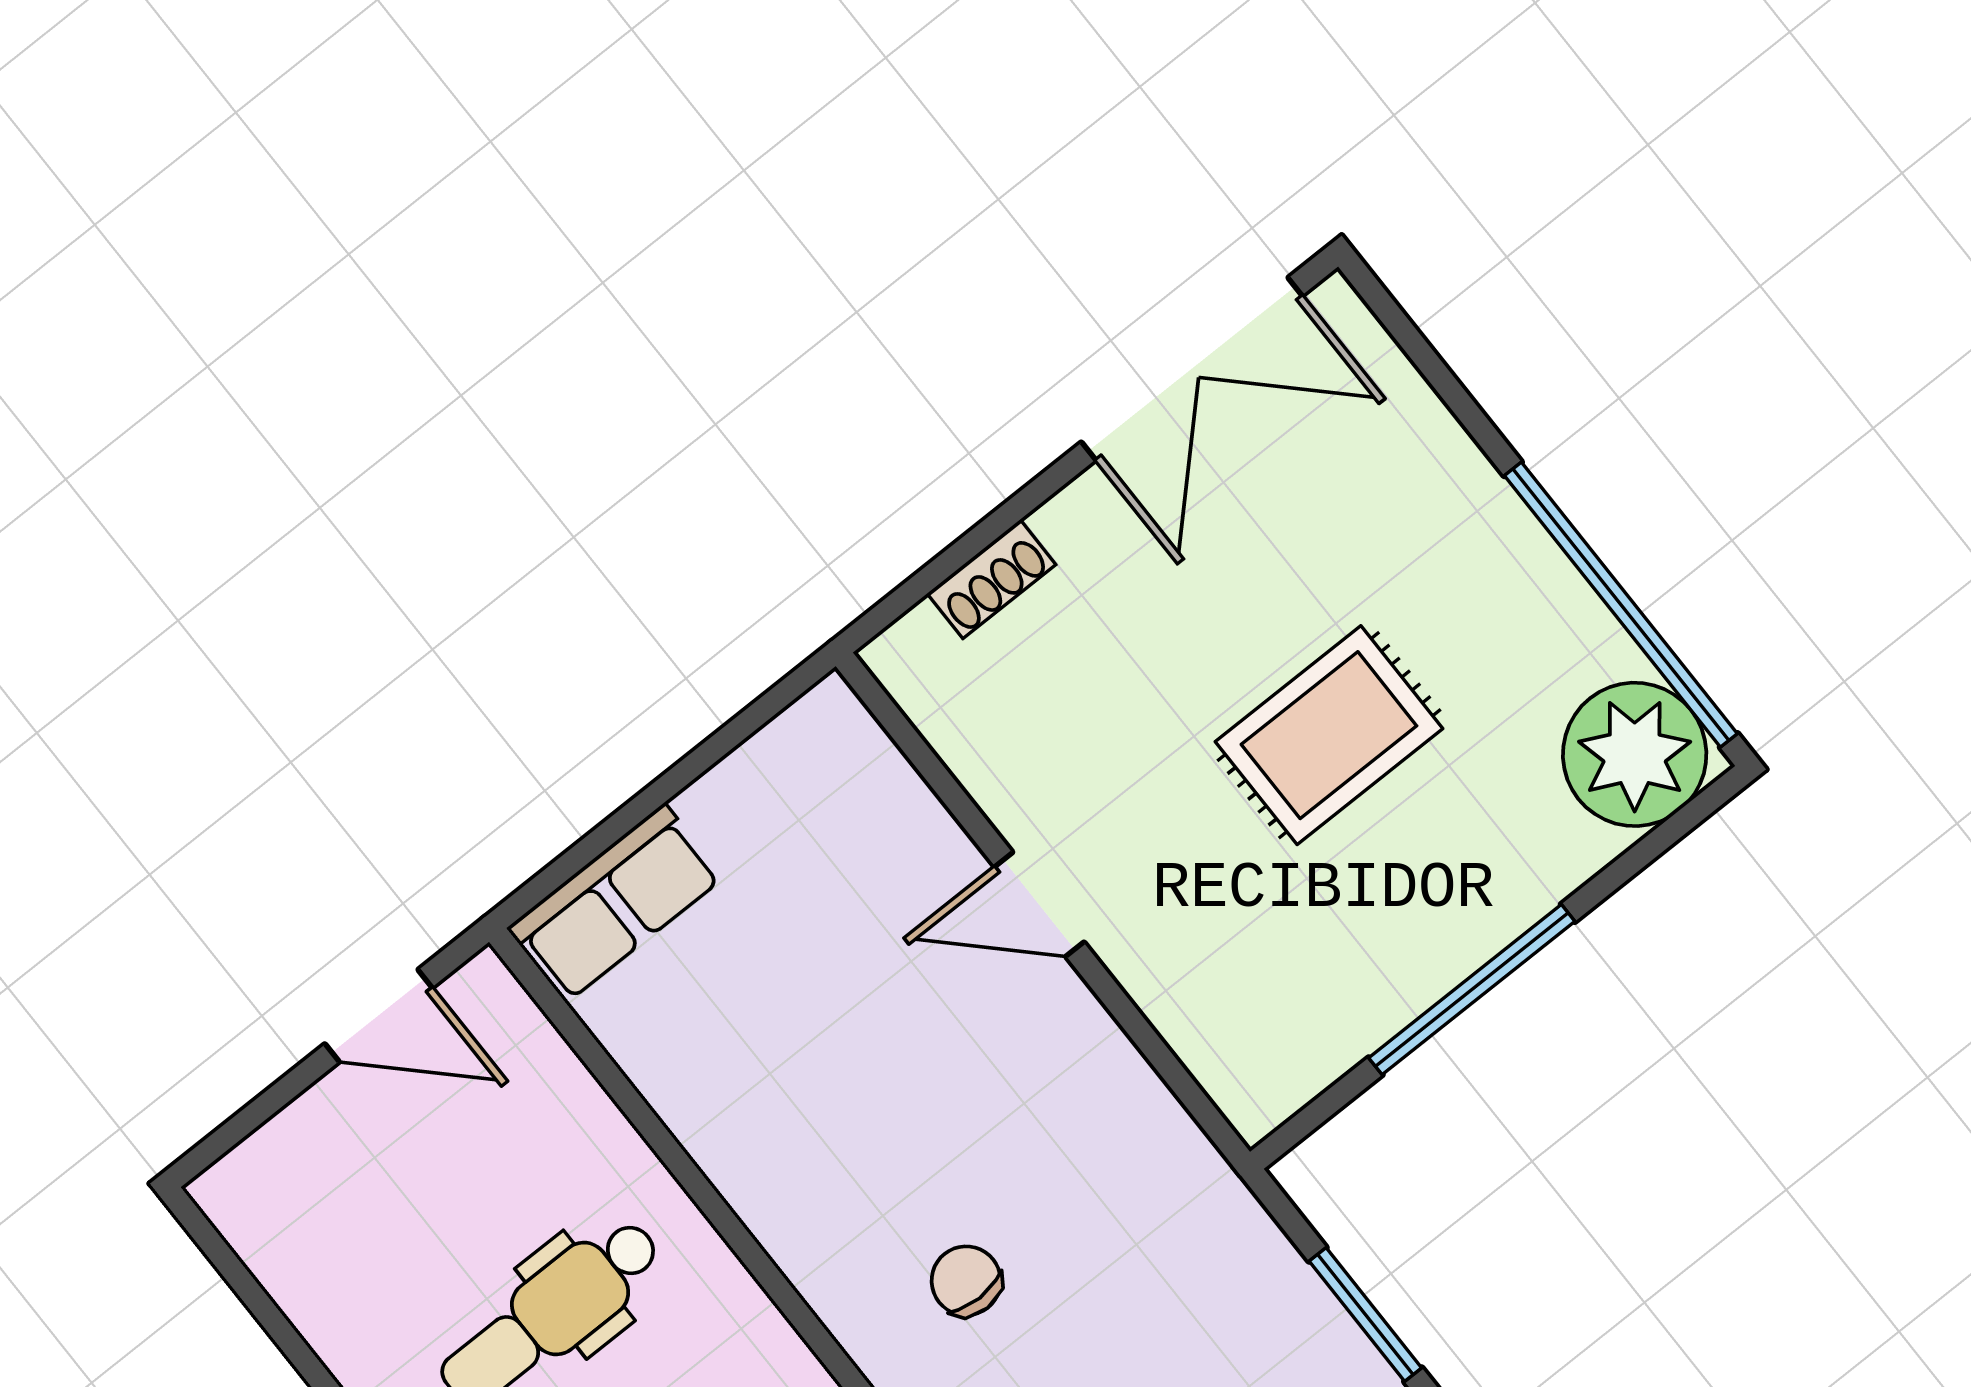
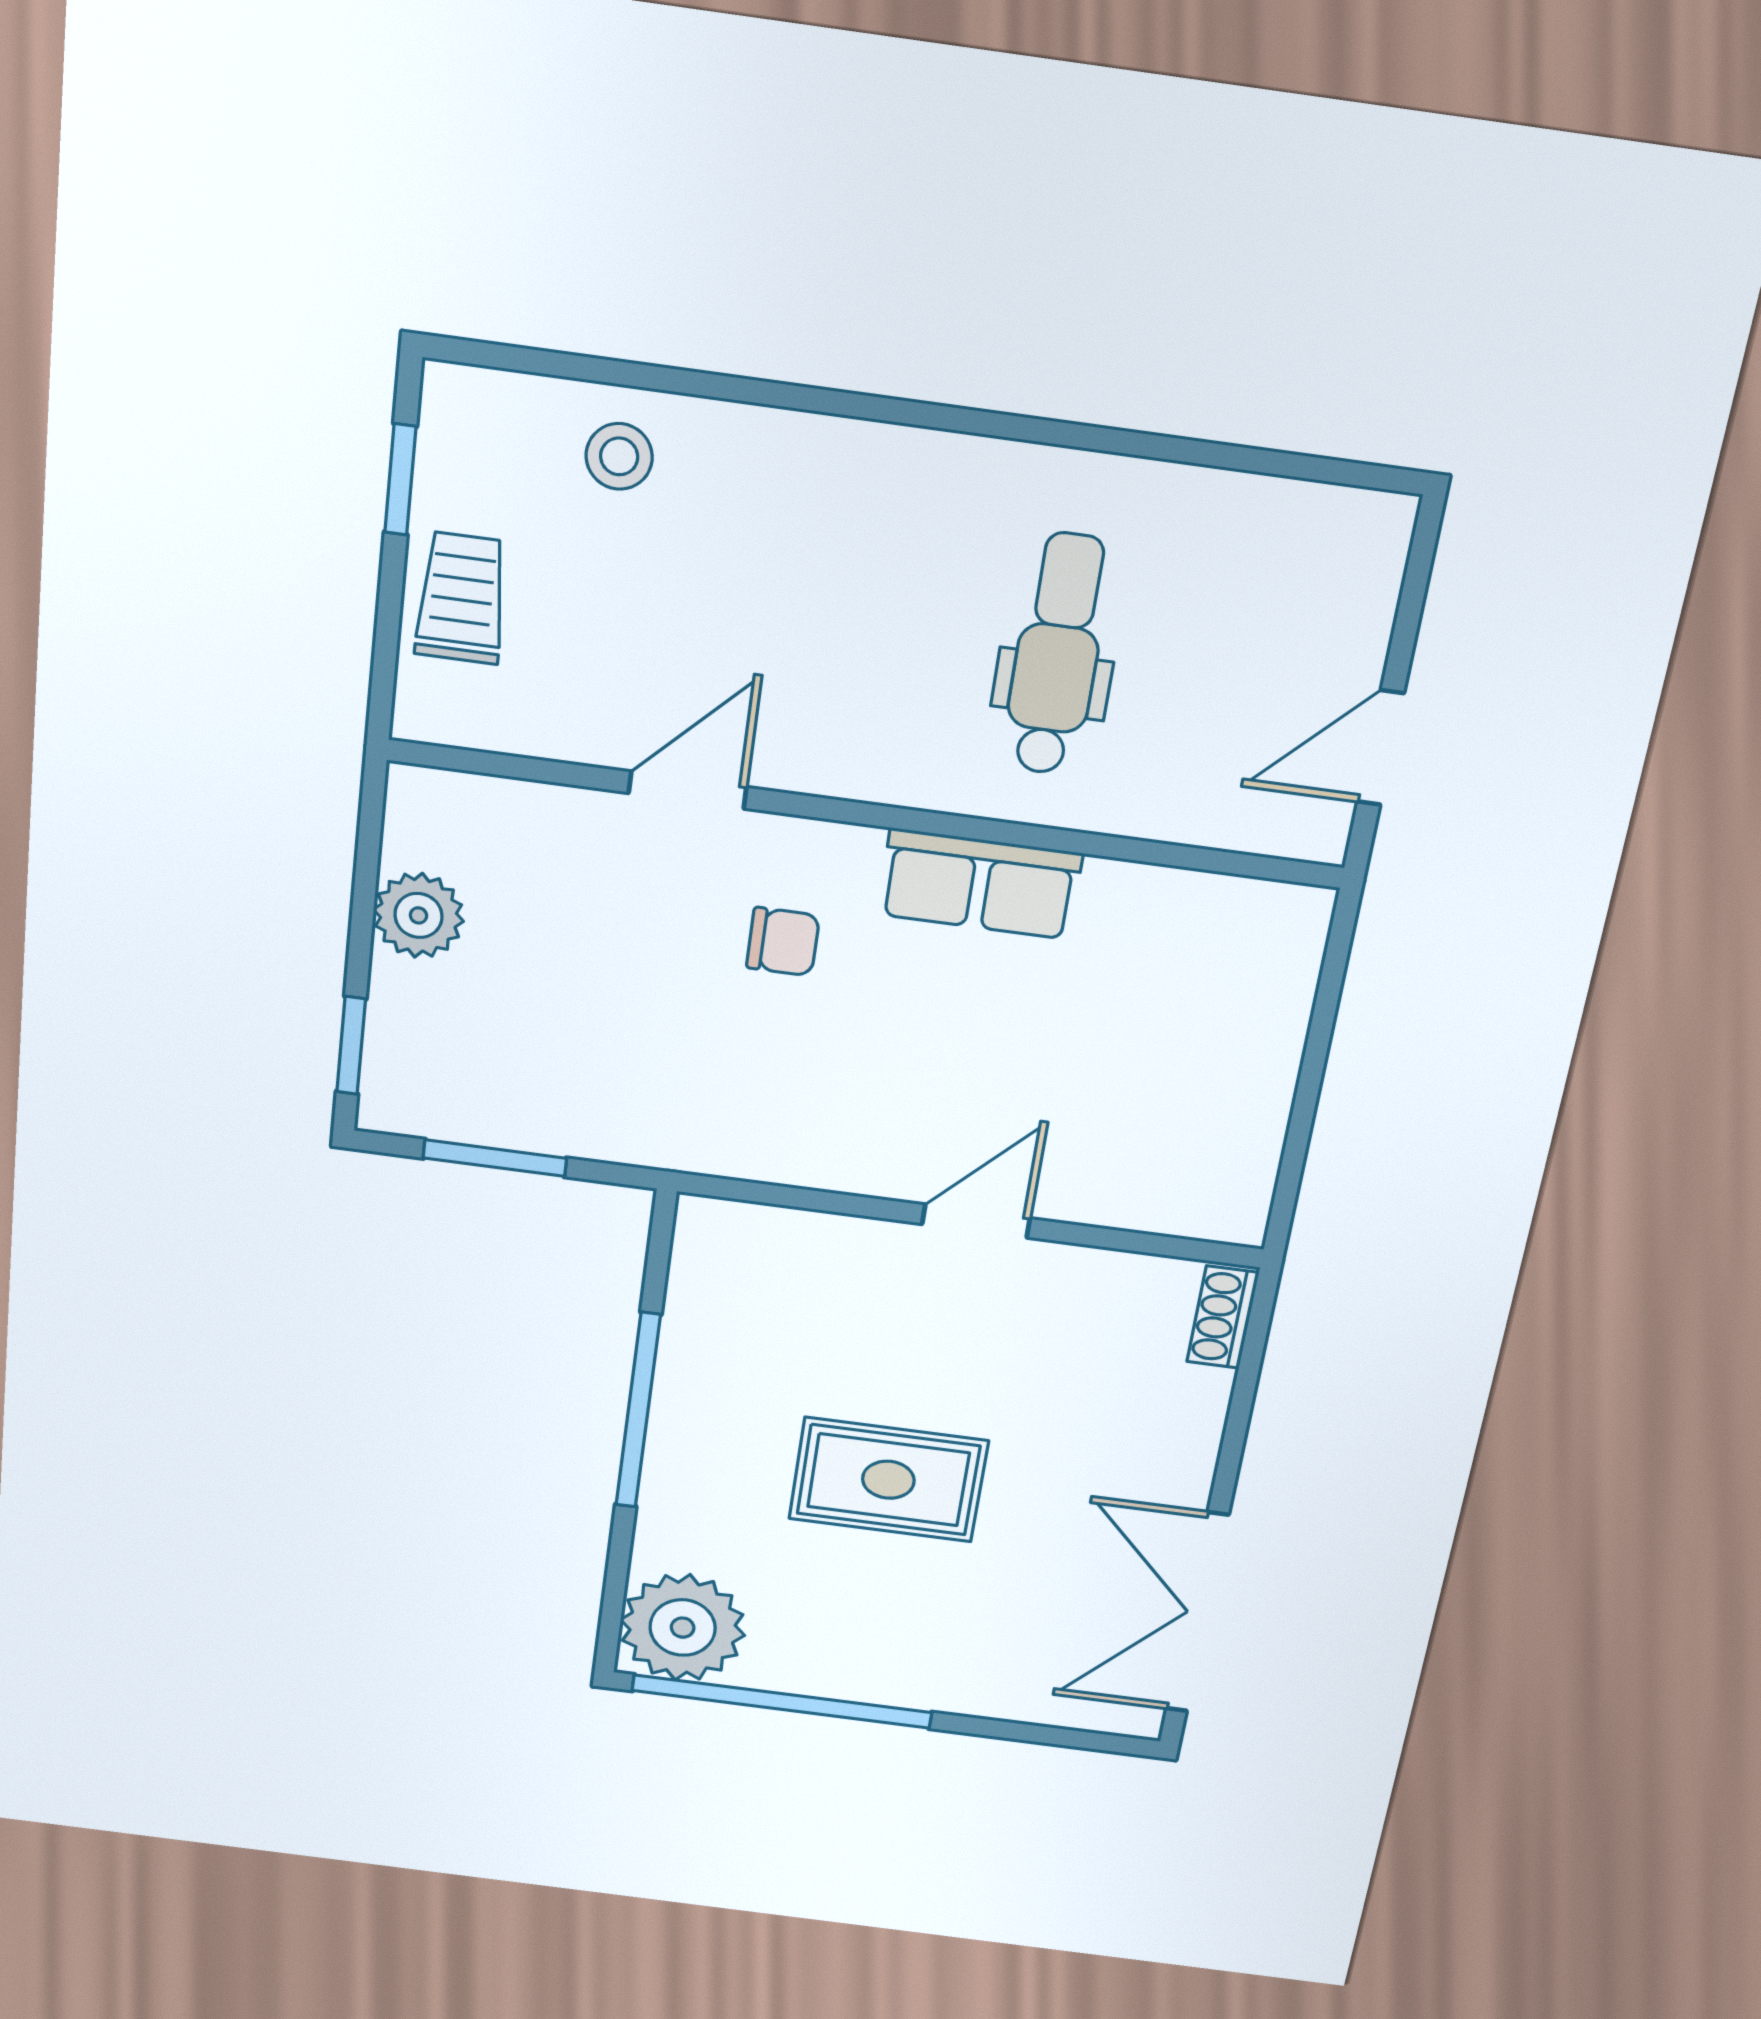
shoe rack: (991, 579) -> (1223, 1317), moved
rug: (1329, 735) -> (888, 1480), turned 90
row of seats: (616, 903) -> (980, 884), moved, turned -90

